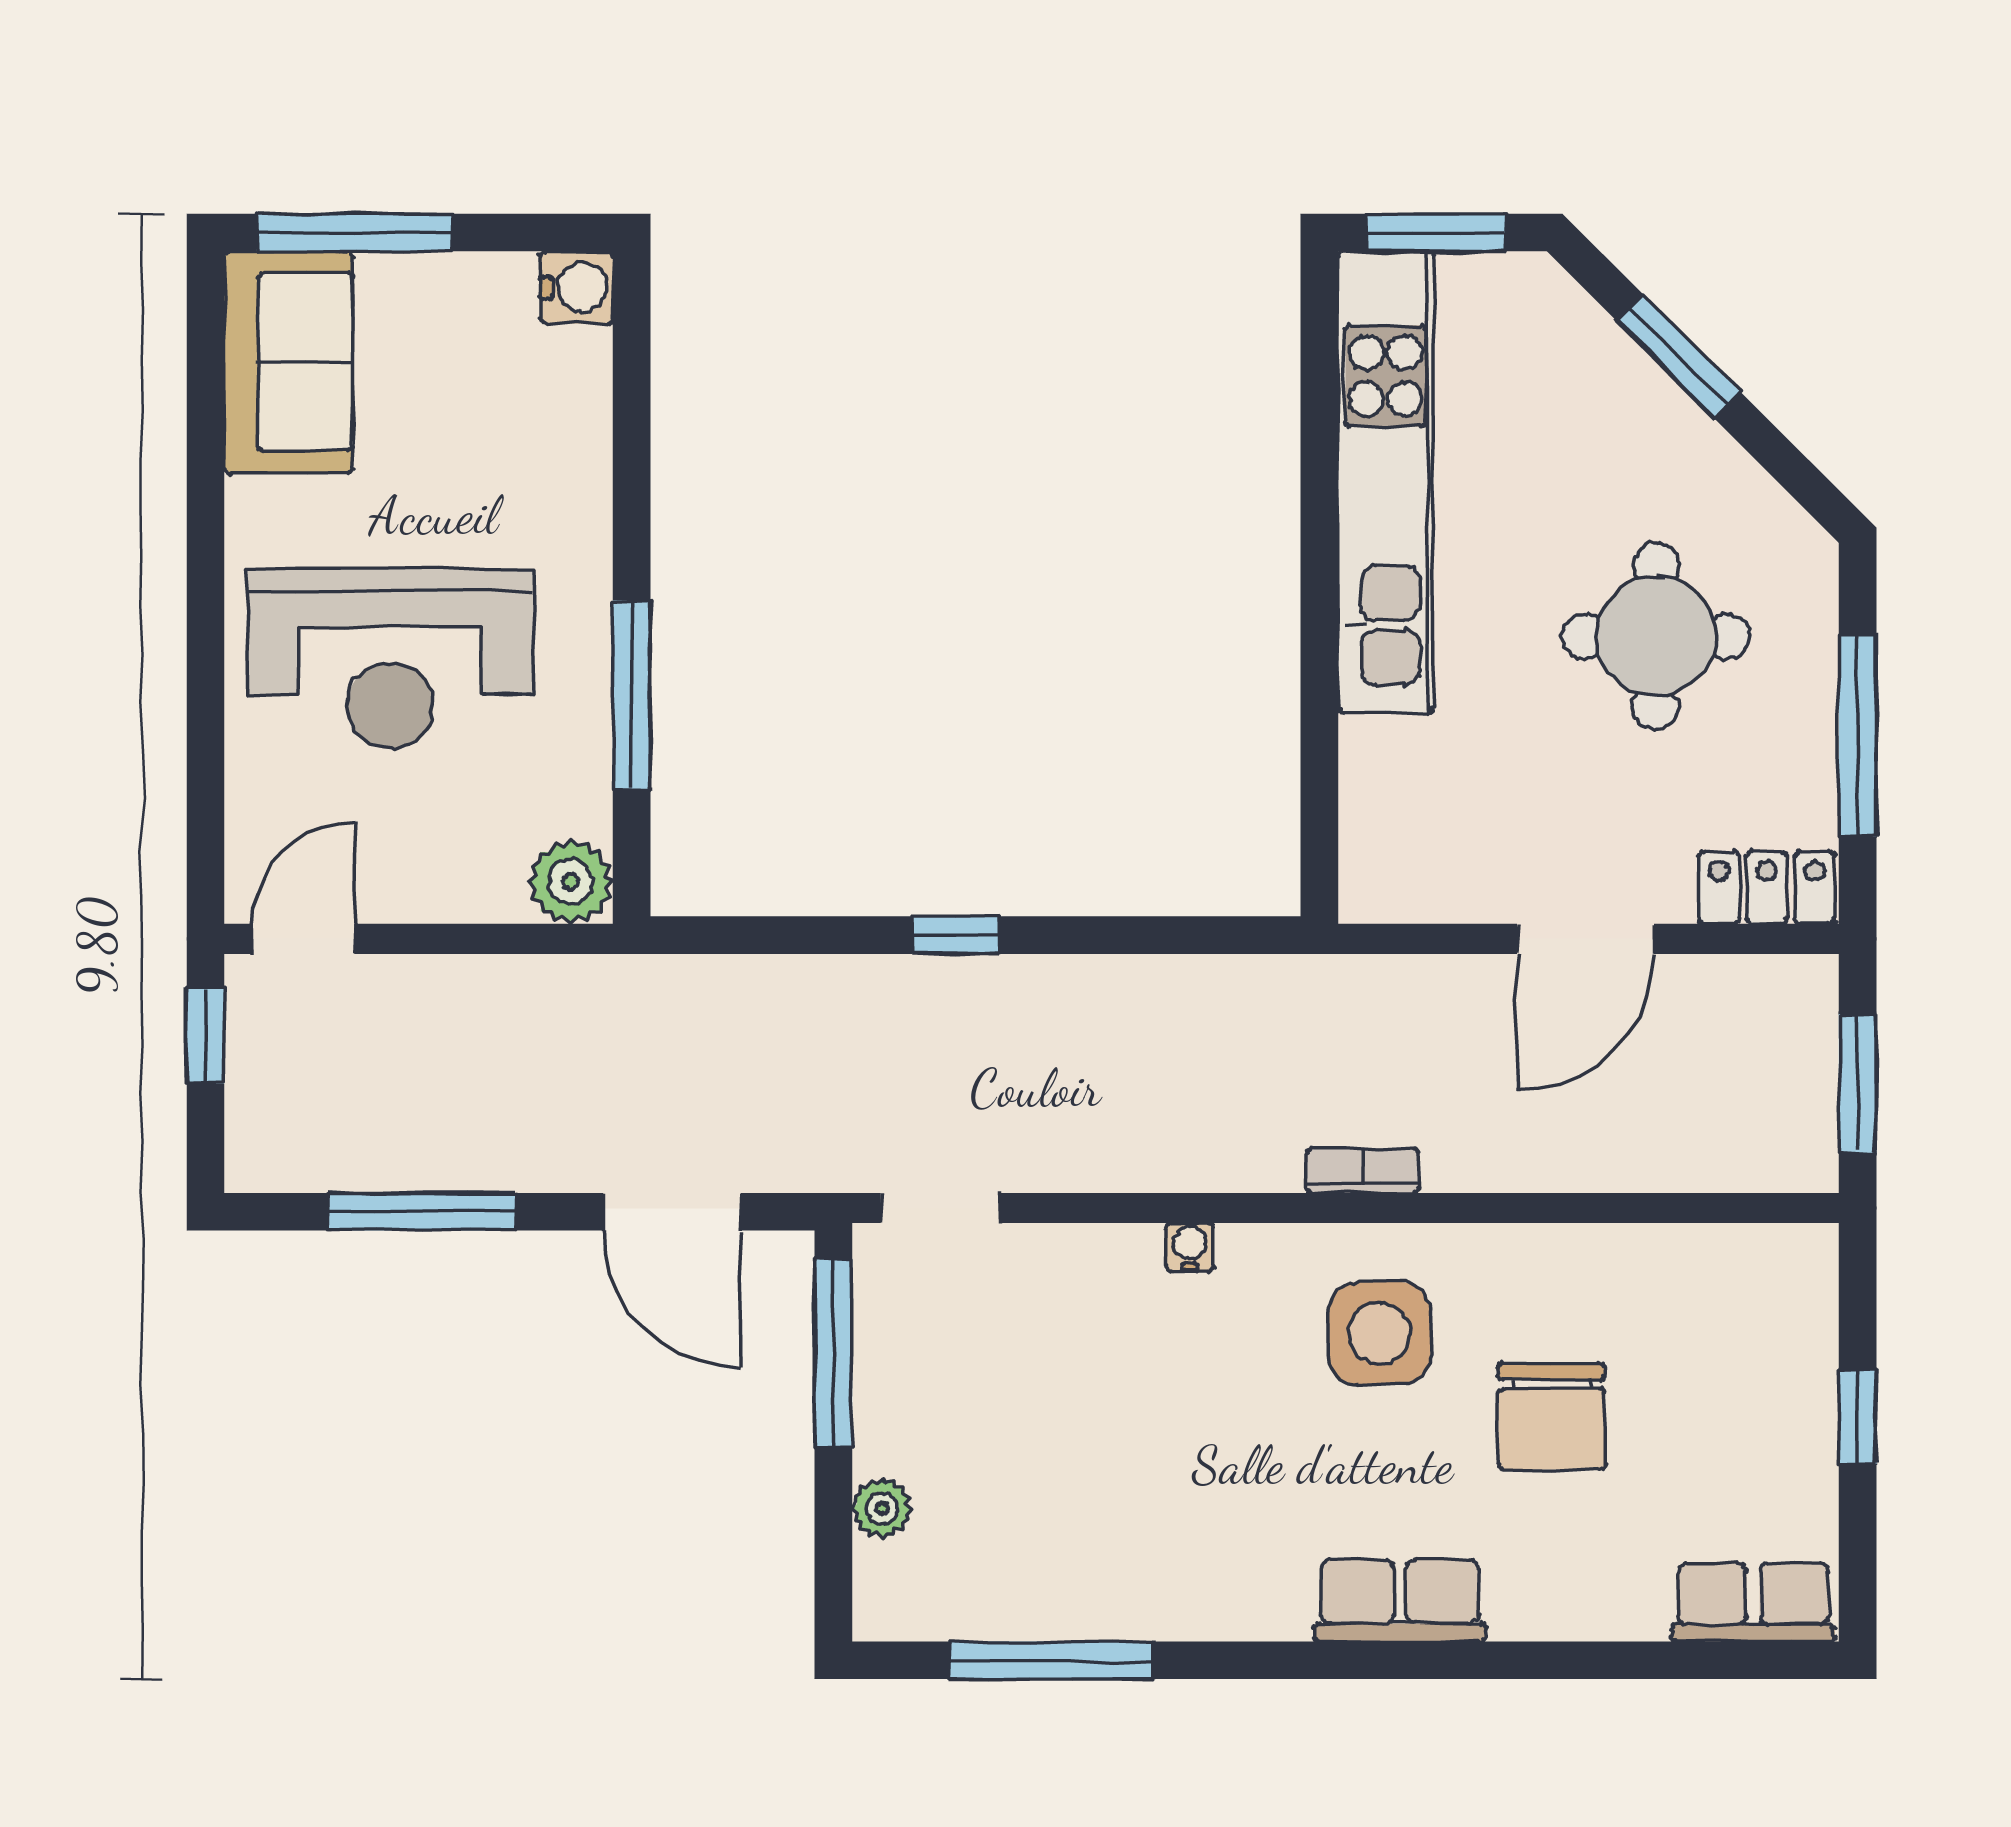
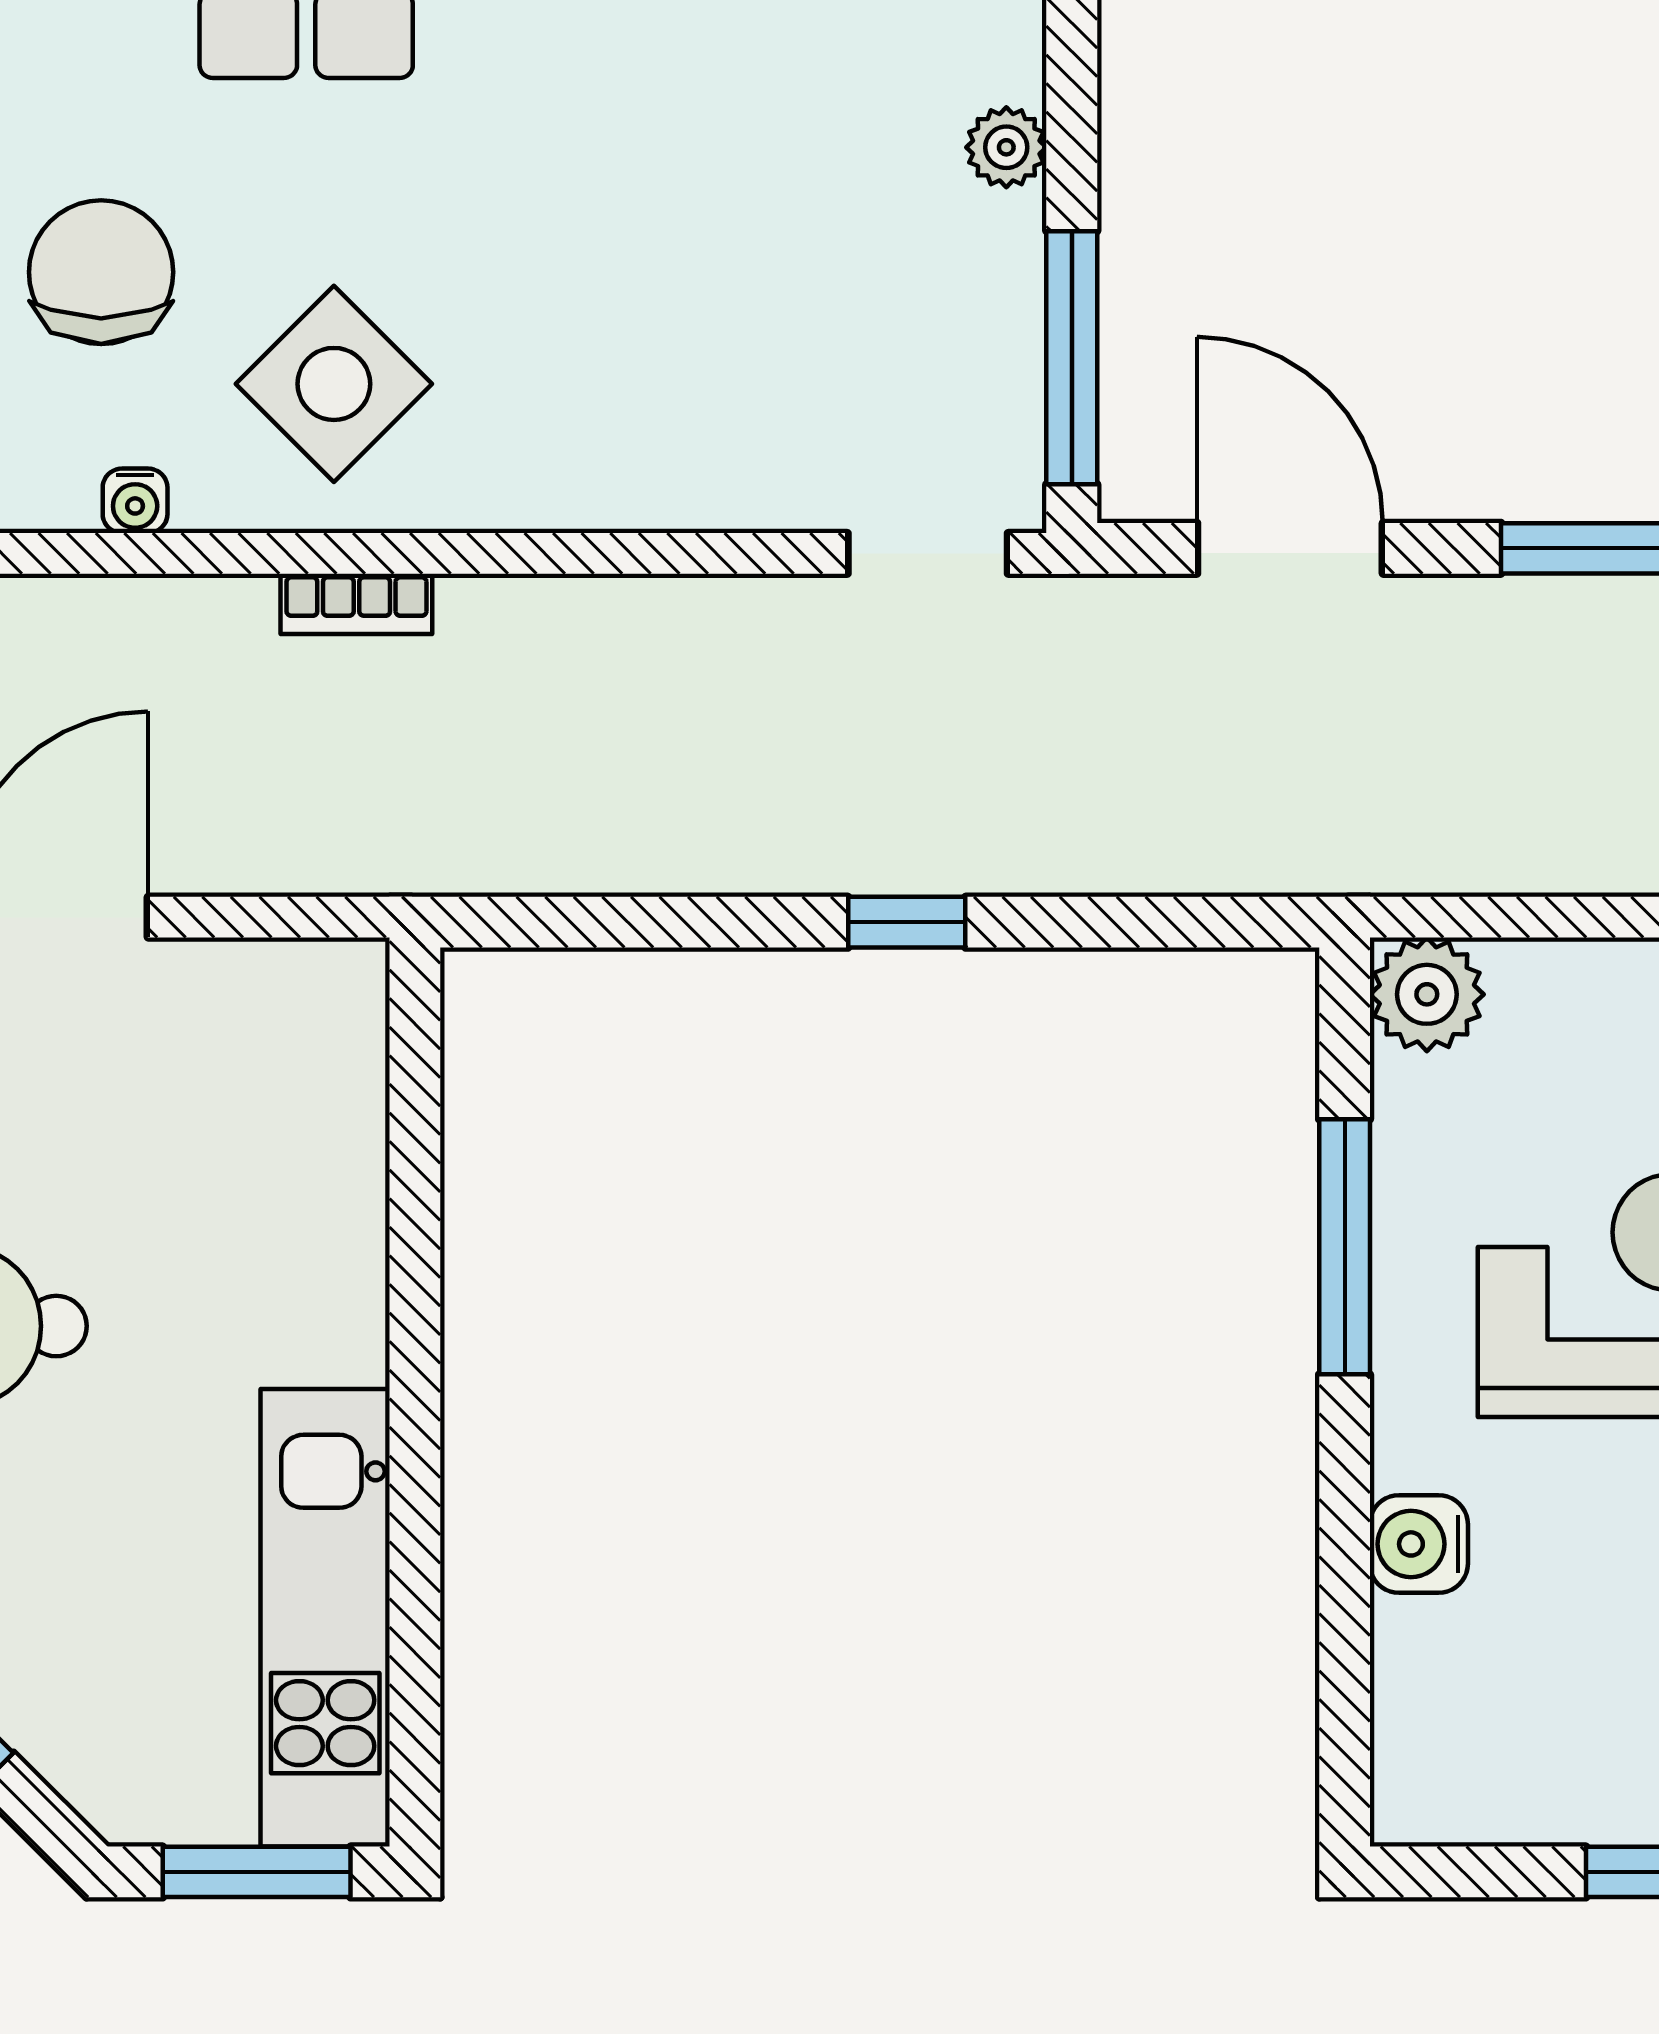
water cooler: (577, 287) -> (1419, 1544), moved
kitchen unit: (1386, 482) -> (325, 1618), width x0.73
water cooler: (1190, 1247) -> (135, 501), moved
side table: (1379, 1333) -> (334, 384), turned 45

